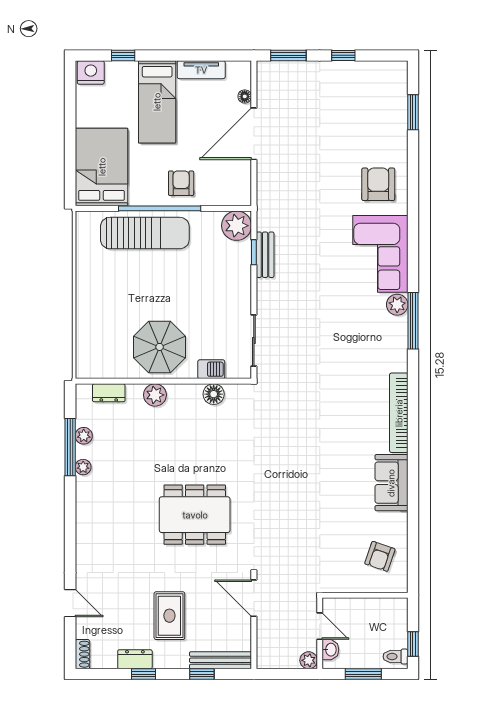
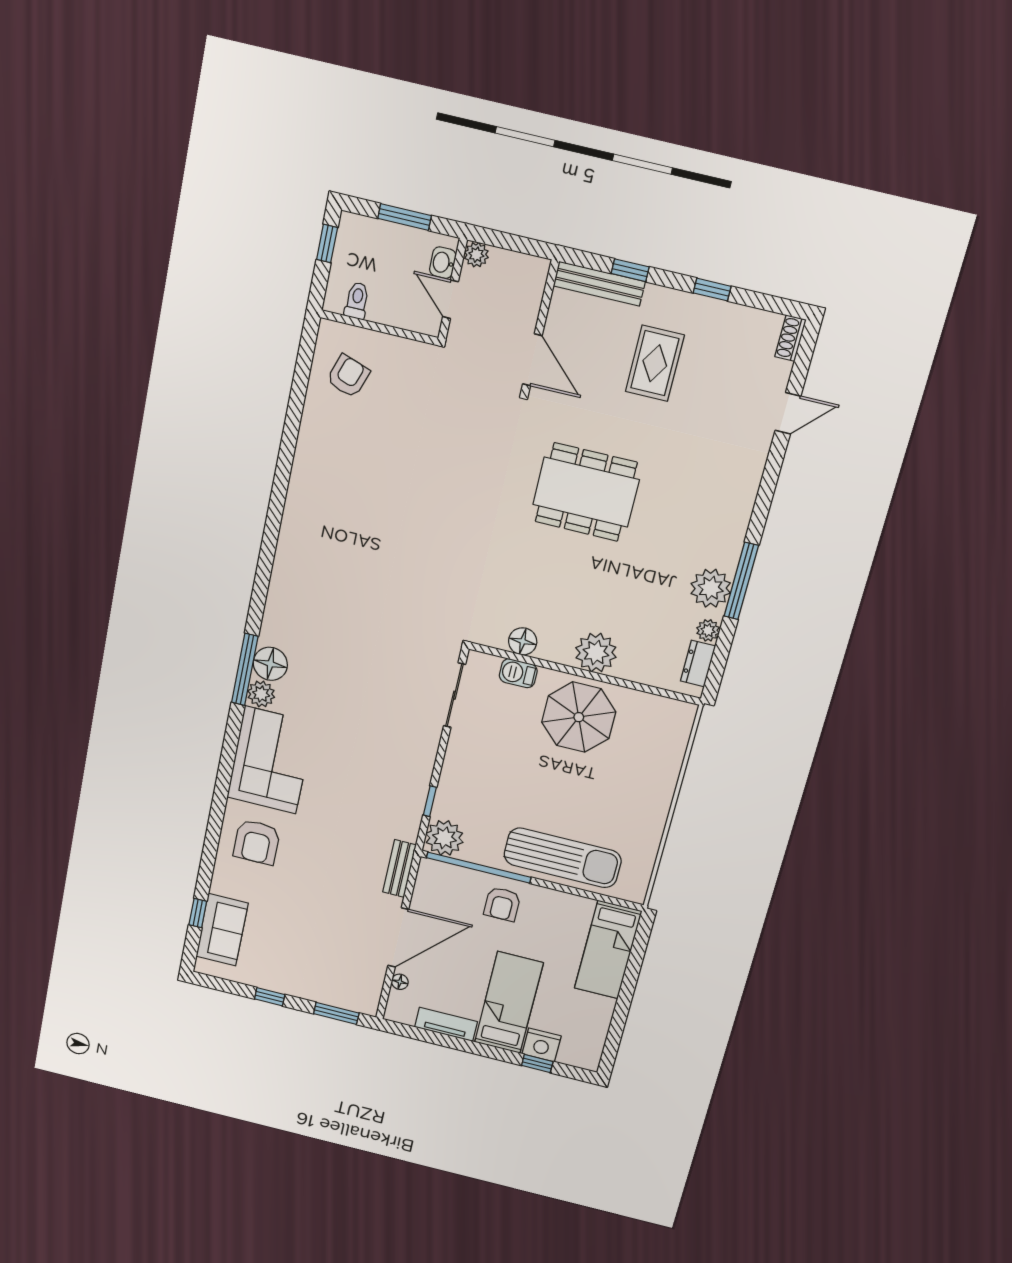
nightstand: (91, 72) -> (542, 1045), moved
window: (413, 112) -> (198, 913), width x0.67
bed: (102, 167) -> (608, 950), width x0.67
window: (160, 208) -> (479, 868), moved
sun lounger: (145, 233) -> (563, 858), turned 180
bench: (265, 255) -> (399, 869), moved
floor lamp: (395, 330) -> (270, 664), added
dresser: (109, 393) -> (698, 664), moved, turned -90
plant: (155, 395) -> (596, 653), width x1.36, depth x1.36
bookcase: (399, 413) -> (286, 559), removed
window: (70, 447) -> (741, 581), moved
plant: (83, 467) -> (711, 588), width x1.87, depth x1.87
sofa: (391, 483) -> (222, 930), moved
door: (70, 603) -> (788, 413), swing flipped
toilet: (395, 656) -> (357, 301), moved, turned -90
dresser: (135, 659) -> (719, 313), removed

